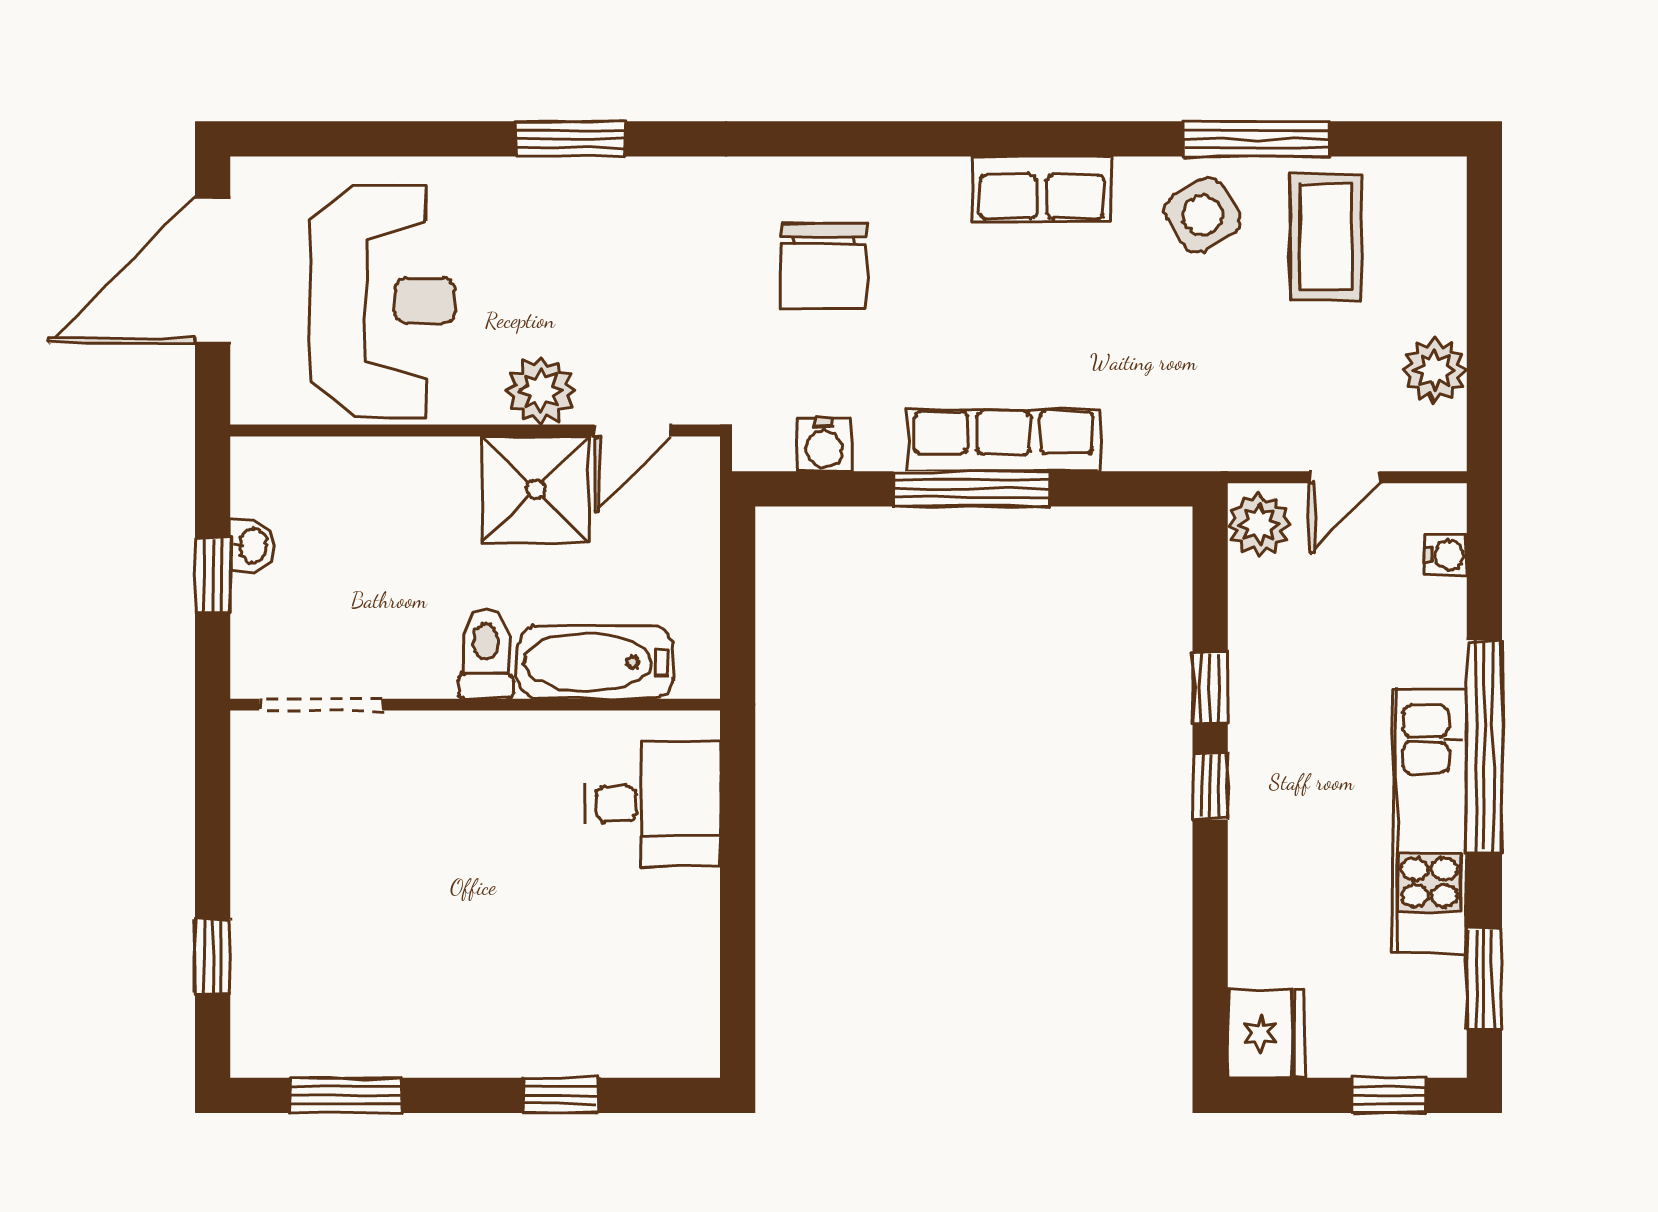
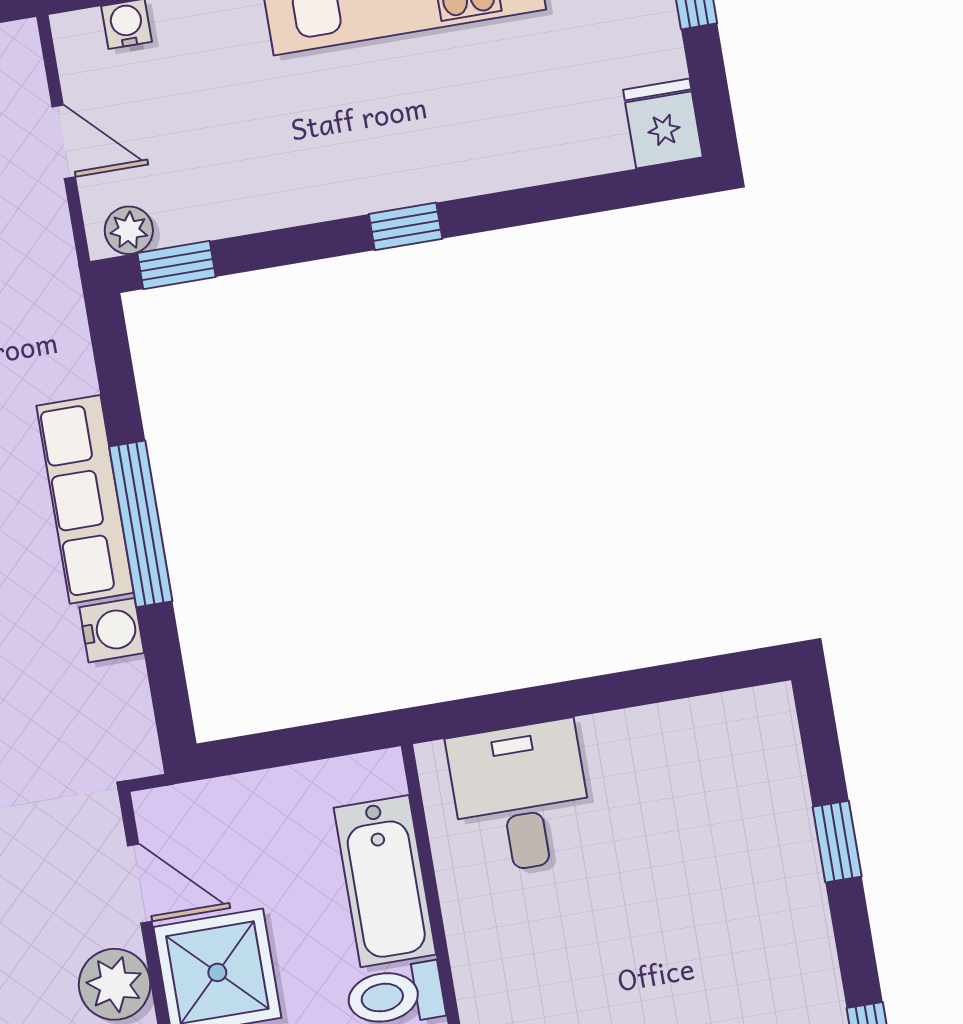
water cooler: (824, 444) -> (112, 630), moved
plant: (1259, 524) -> (129, 230), width x0.73, depth x0.73
window: (1210, 688) -> (176, 265), moved
fridge: (1266, 1033) -> (663, 124), width x0.72

